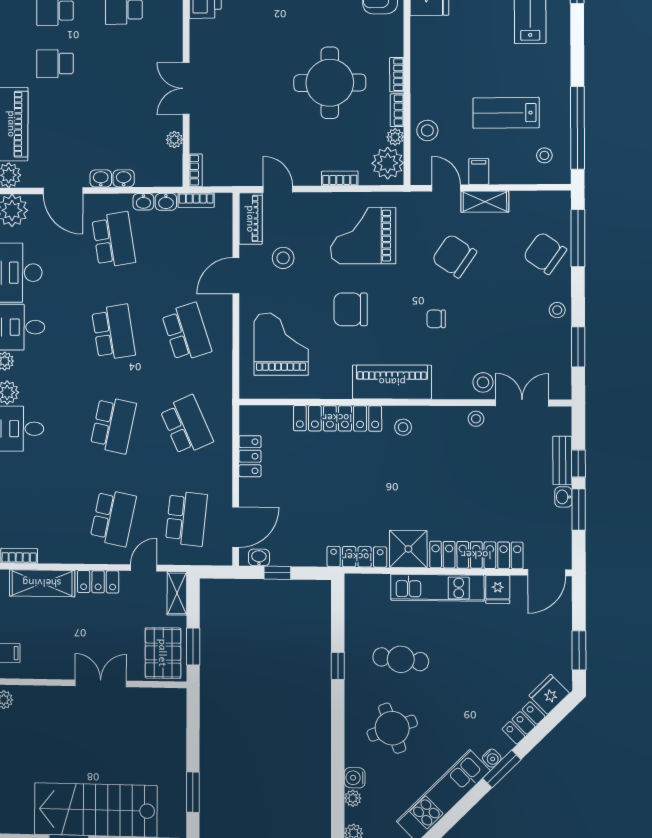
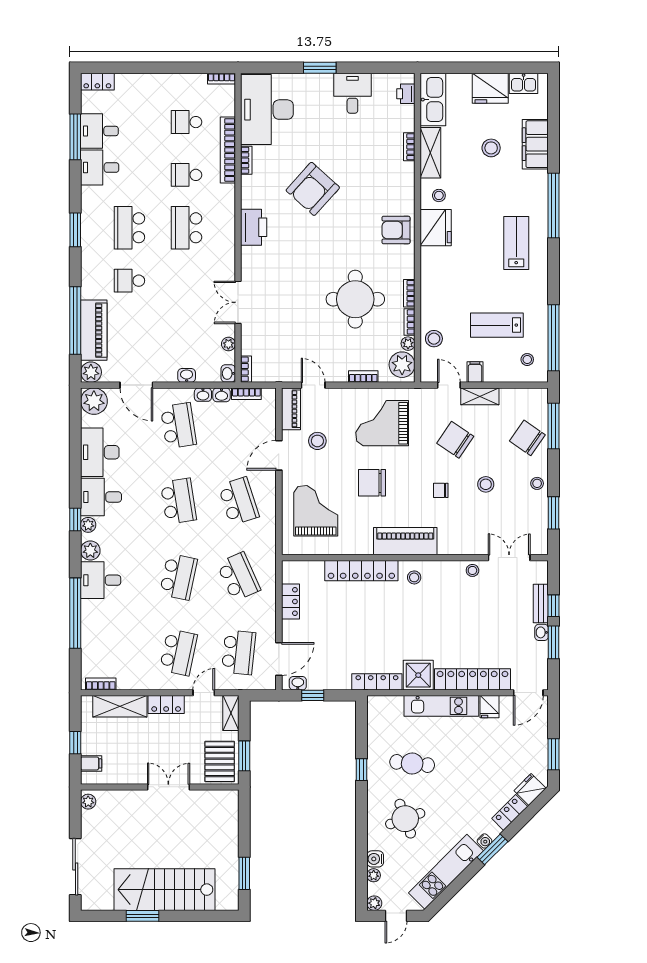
washbasin: (101, 178) -> (228, 373), moved, turned -90
stool: (483, 382) -> (486, 484), moved

